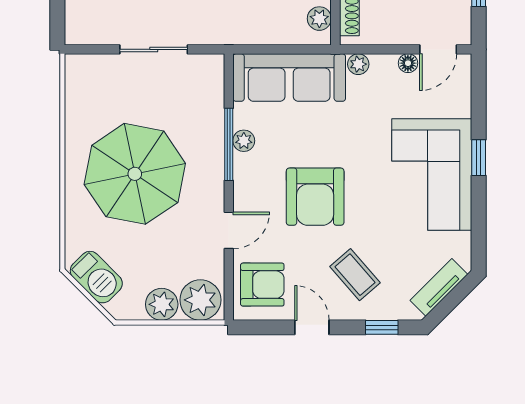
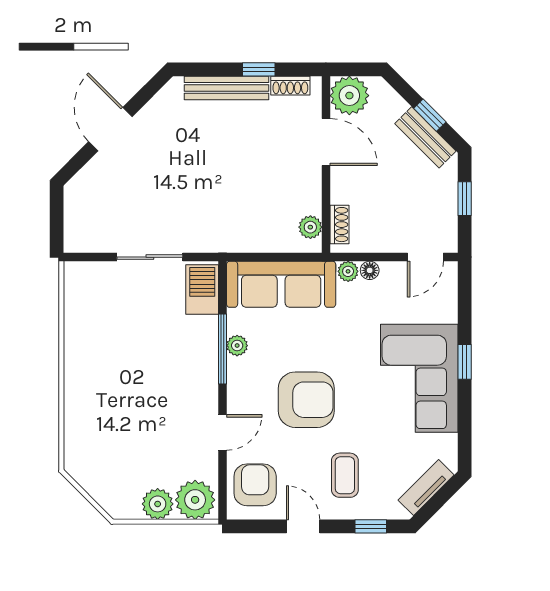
floor lamp: (408, 63) -> (370, 270), moved
parasol: (135, 174) -> (132, 378), removed
armchair: (315, 197) -> (306, 400), turned -90
coffee table: (355, 275) -> (345, 475), turned 41
barbecue: (96, 277) -> (202, 289), moved, turned -135
armchair: (262, 285) -> (255, 485), turned -90

